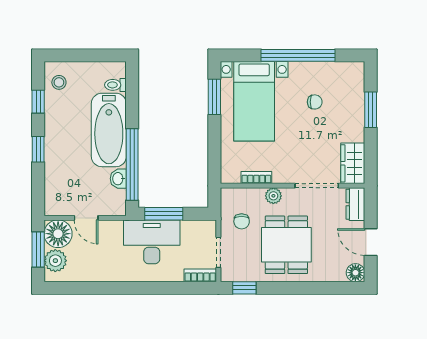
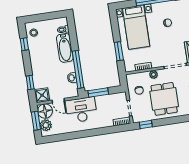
window: (214, 97) -> (119, 51), moved
bathtub: (109, 130) -> (65, 48), width x0.73, depth x0.73
window: (38, 149) -> (30, 82), moved
shower: (57, 203) -> (42, 95), added
desk: (152, 242) -> (81, 110), moved

